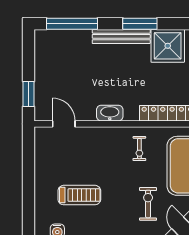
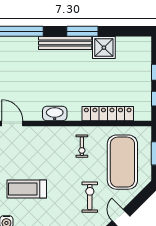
shower: (168, 46) -> (104, 48), width x0.73, depth x0.73
treadmill: (79, 195) -> (27, 189), turned 180

